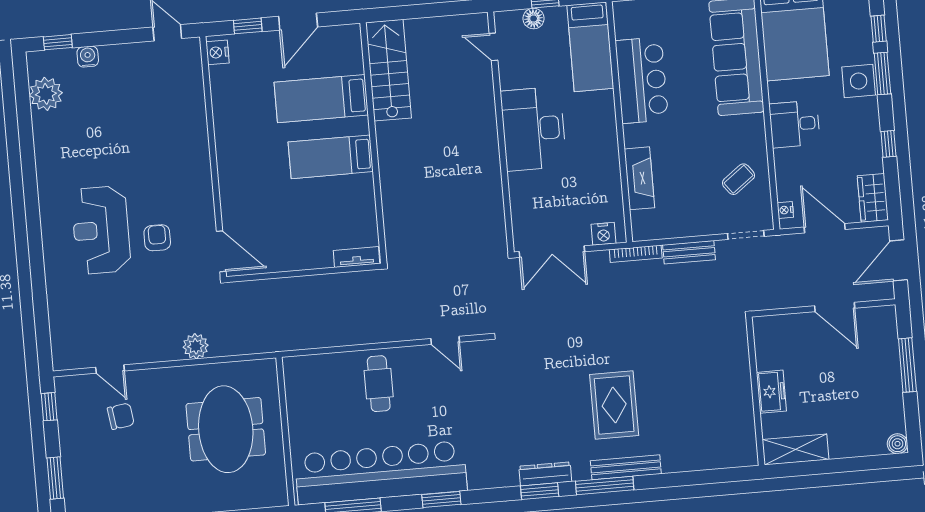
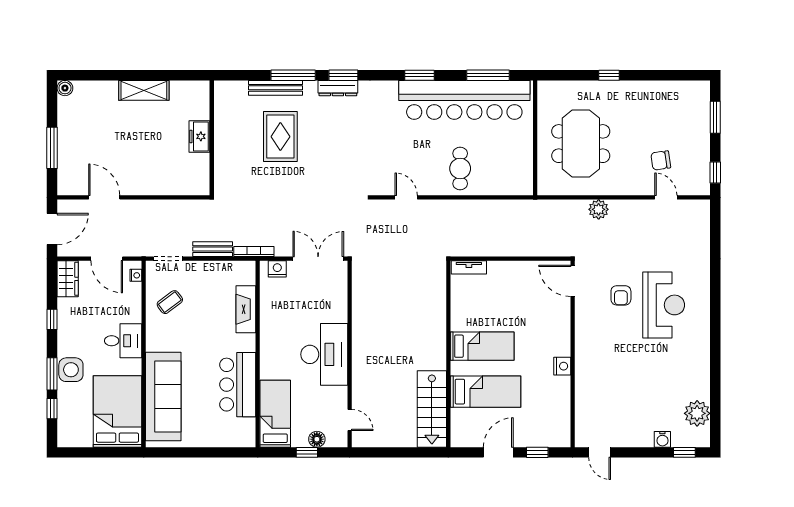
nightstand: (218, 52) -> (562, 366), moved
wall: (755, 391) -> (212, 138), moved
freezer: (771, 392) -> (199, 136), moved

